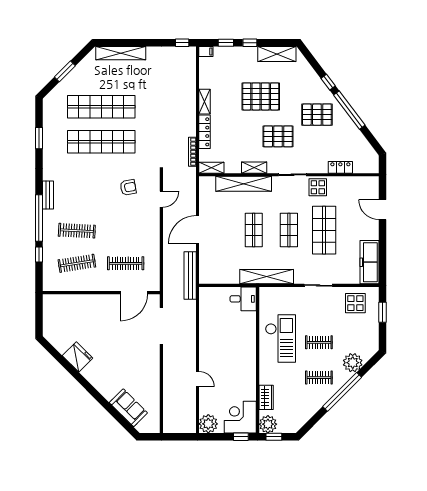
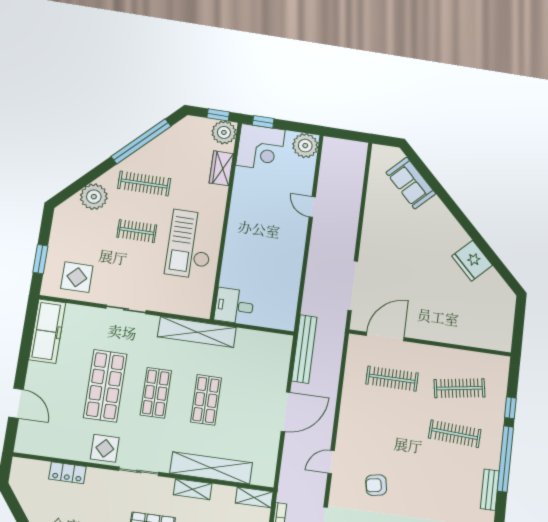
clothes rail: (319, 378) -> (144, 184), width x1.36
window: (342, 392) -> (141, 141), moved

